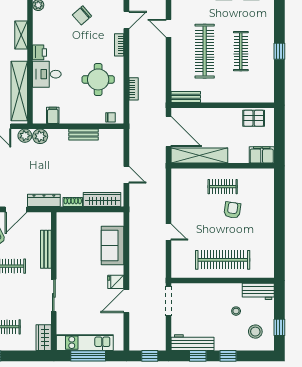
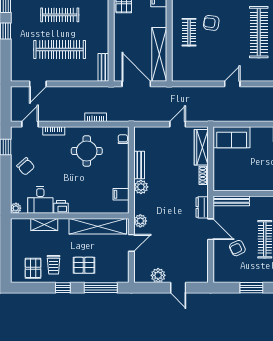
door: (126, 20) -> (30, 124), hinge flipped
desk: (47, 74) -> (40, 200), moved
door: (169, 131) -> (136, 84), hinge flipped
plant: (40, 136) -> (141, 187), moved
dresser: (44, 200) -> (202, 207), width x0.70
sofa: (113, 246) -> (232, 137), moved
bench: (46, 249) -> (231, 201), moved

